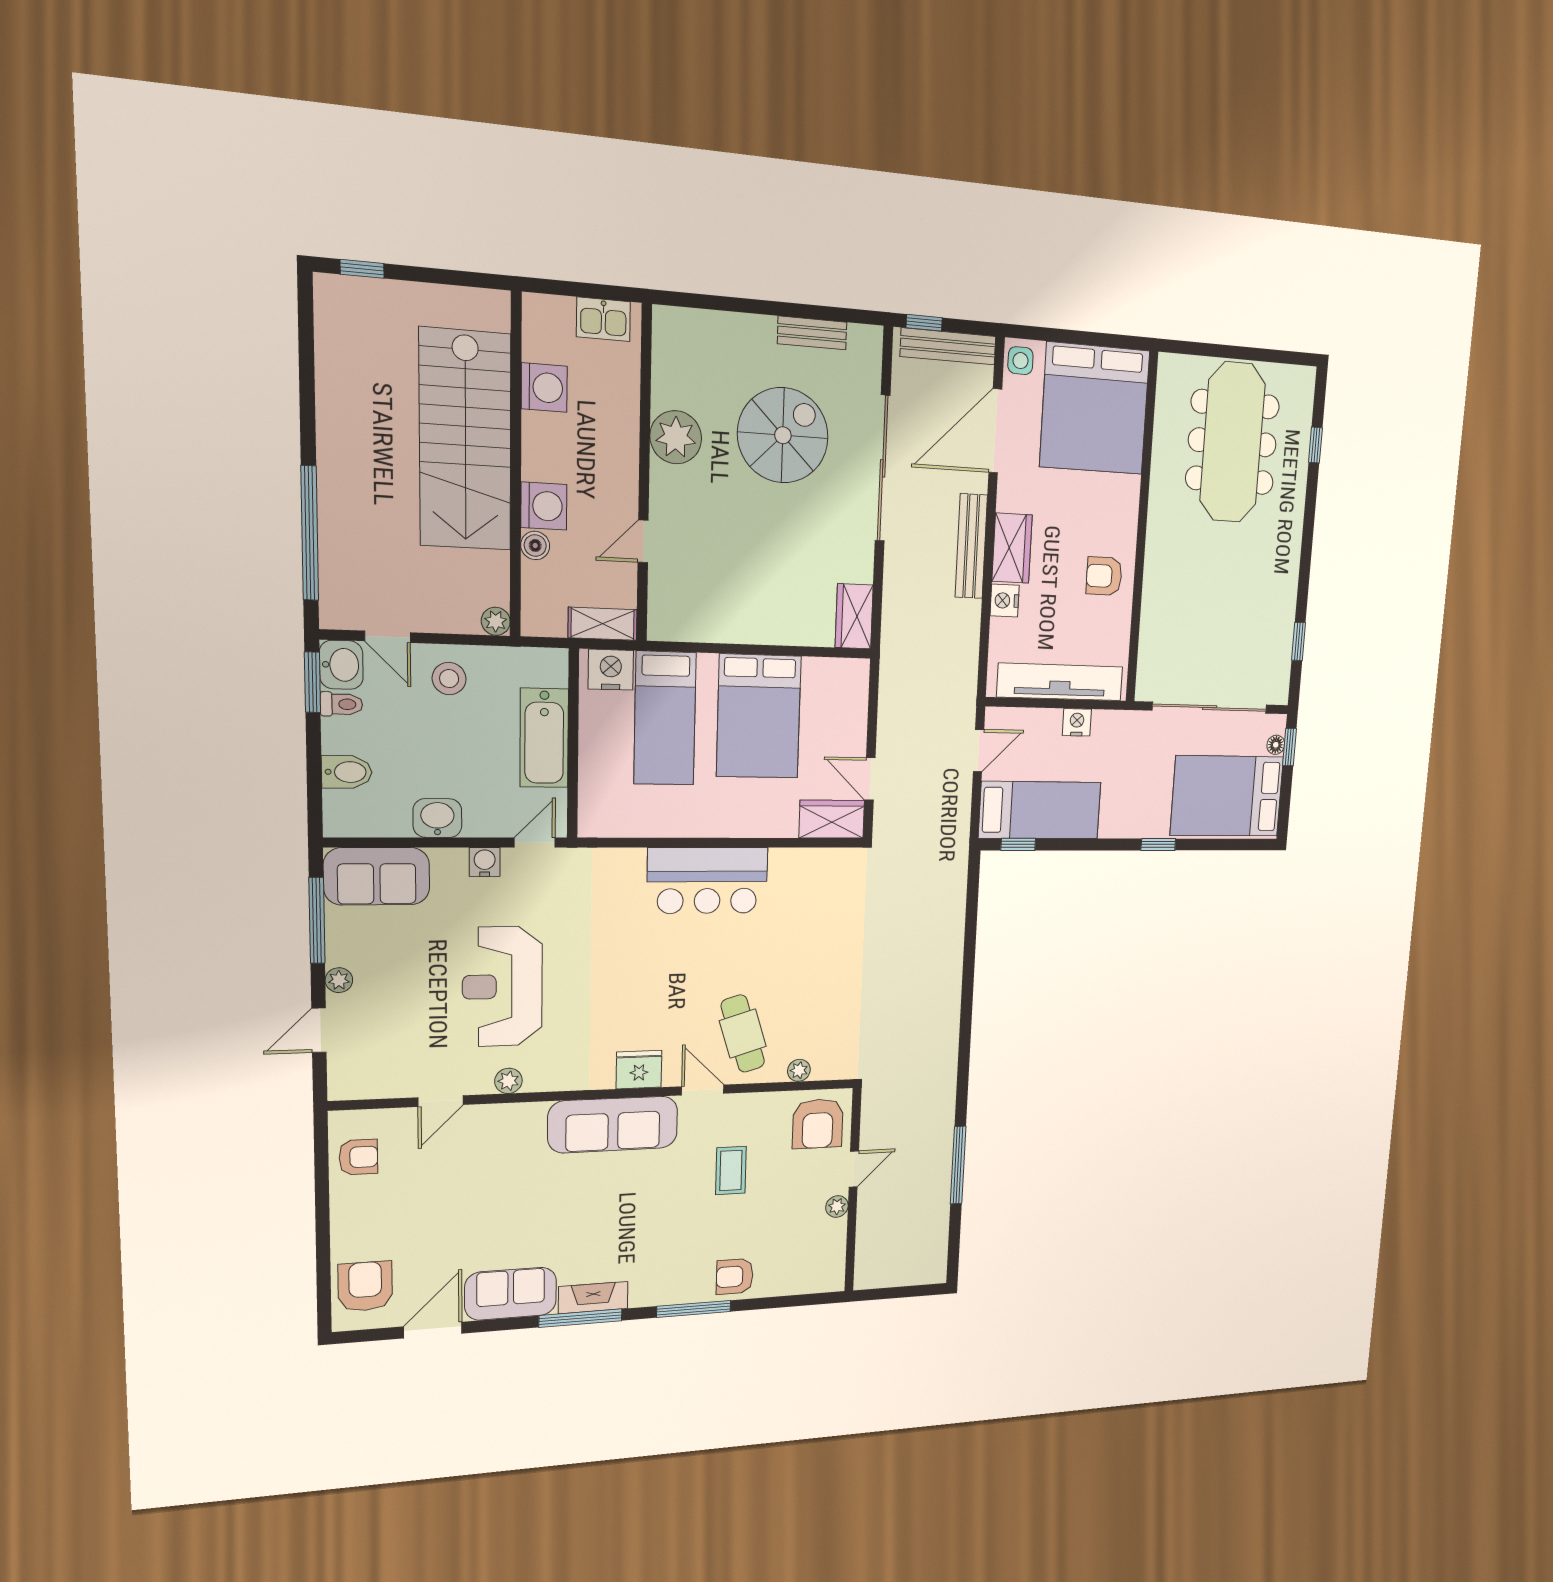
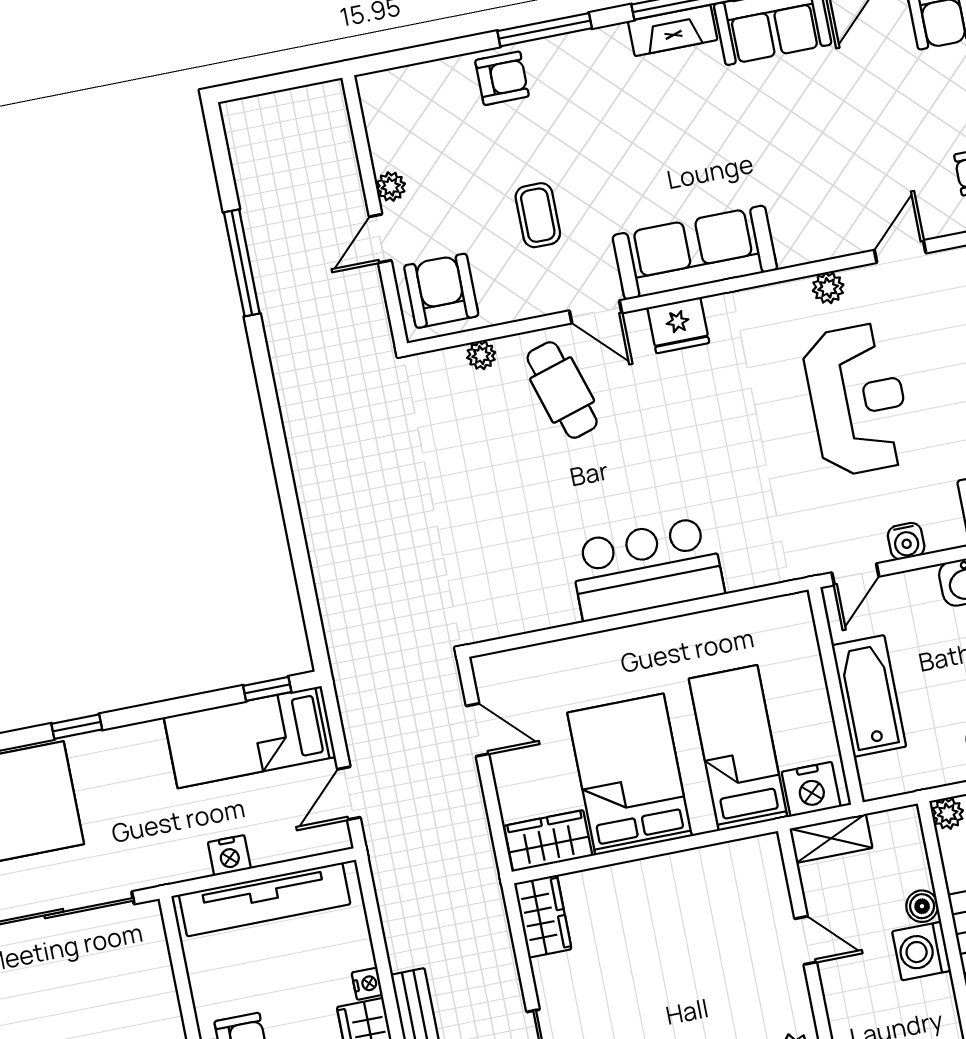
door: (643, 541) -> (806, 940), hinge flipped
nightstand: (1005, 601) -> (367, 984), width x0.72, depth x0.74
wardrobe: (832, 819) -> (548, 841), moved, turned 180

